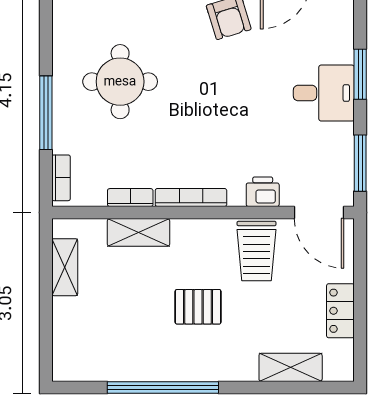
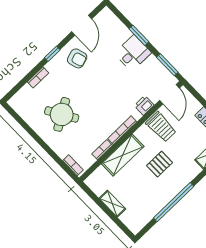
round table: (120, 82) -> (62, 114), turned -31
window: (46, 113) -> (47, 149), removed
door: (319, 213) -> (169, 94), hinge flipped
shelving: (139, 232) -> (123, 155), width x1.50, depth x1.33
shelving: (65, 267) -> (112, 204), moved

